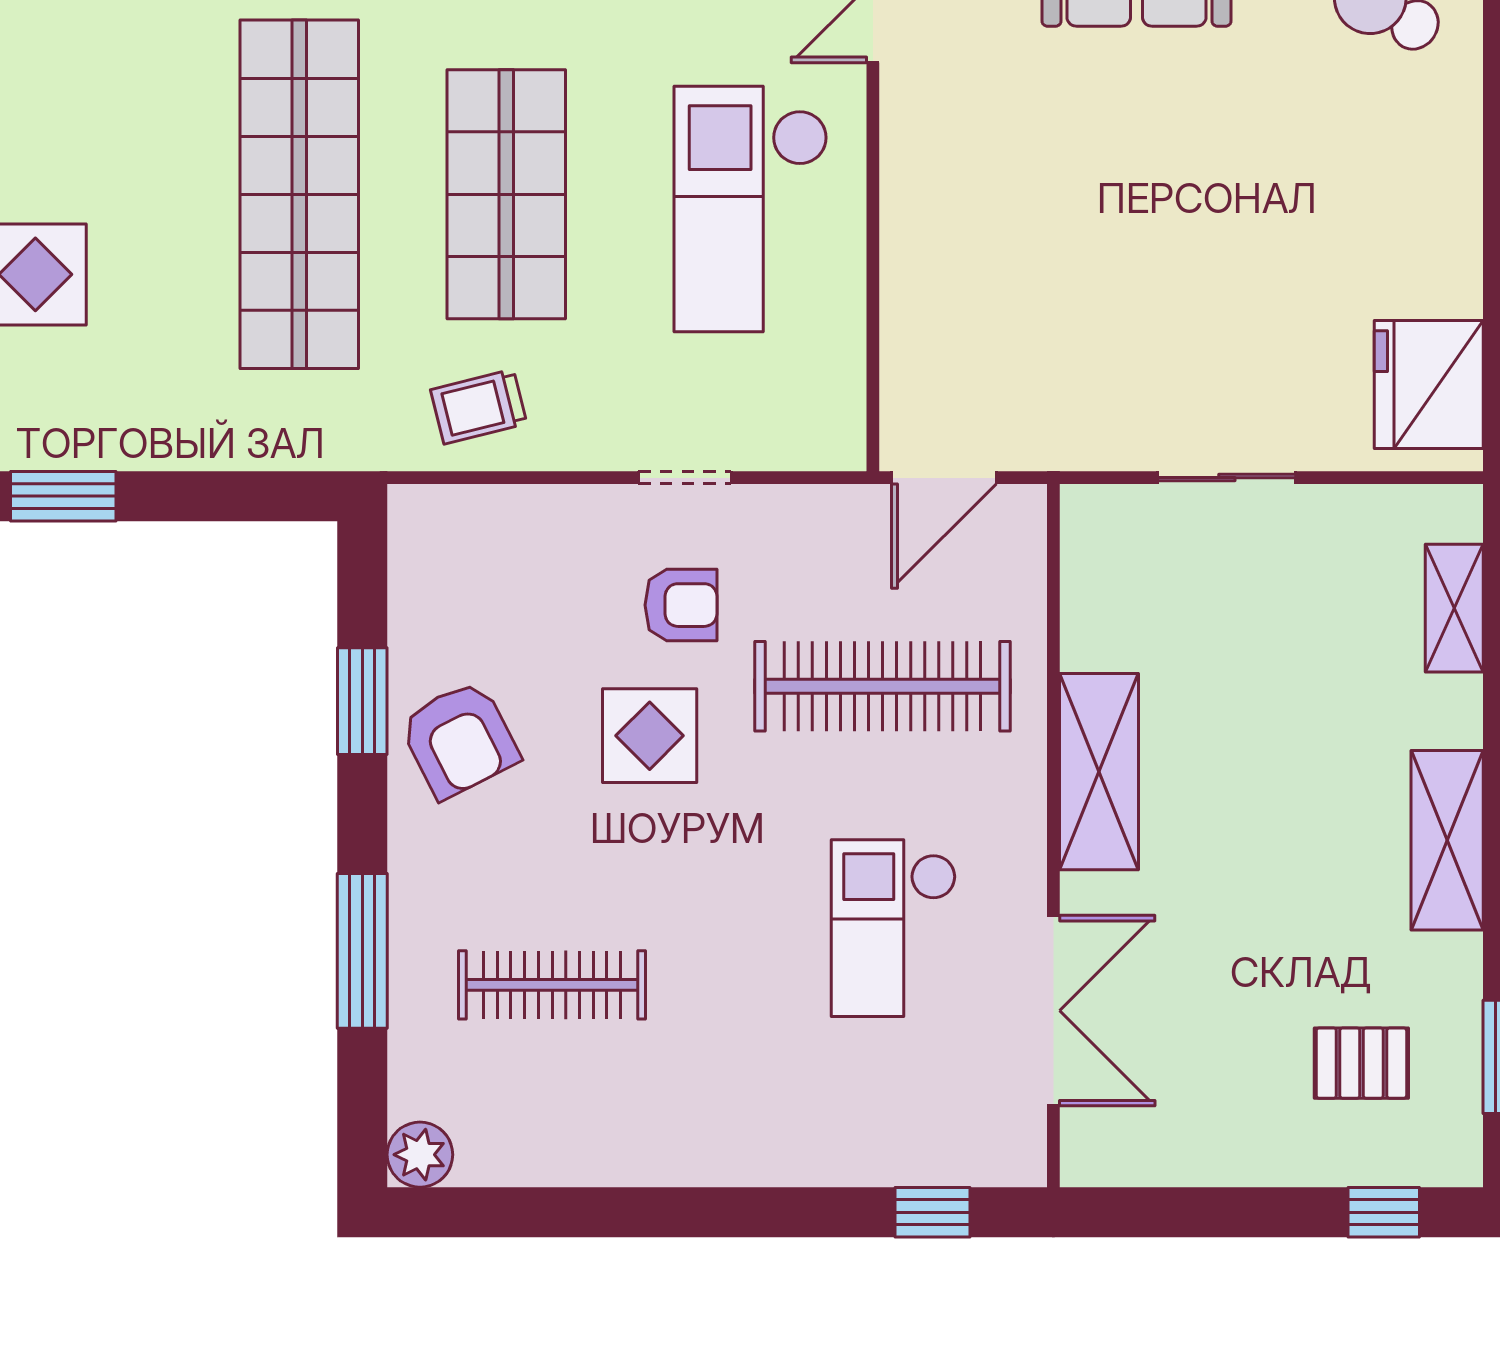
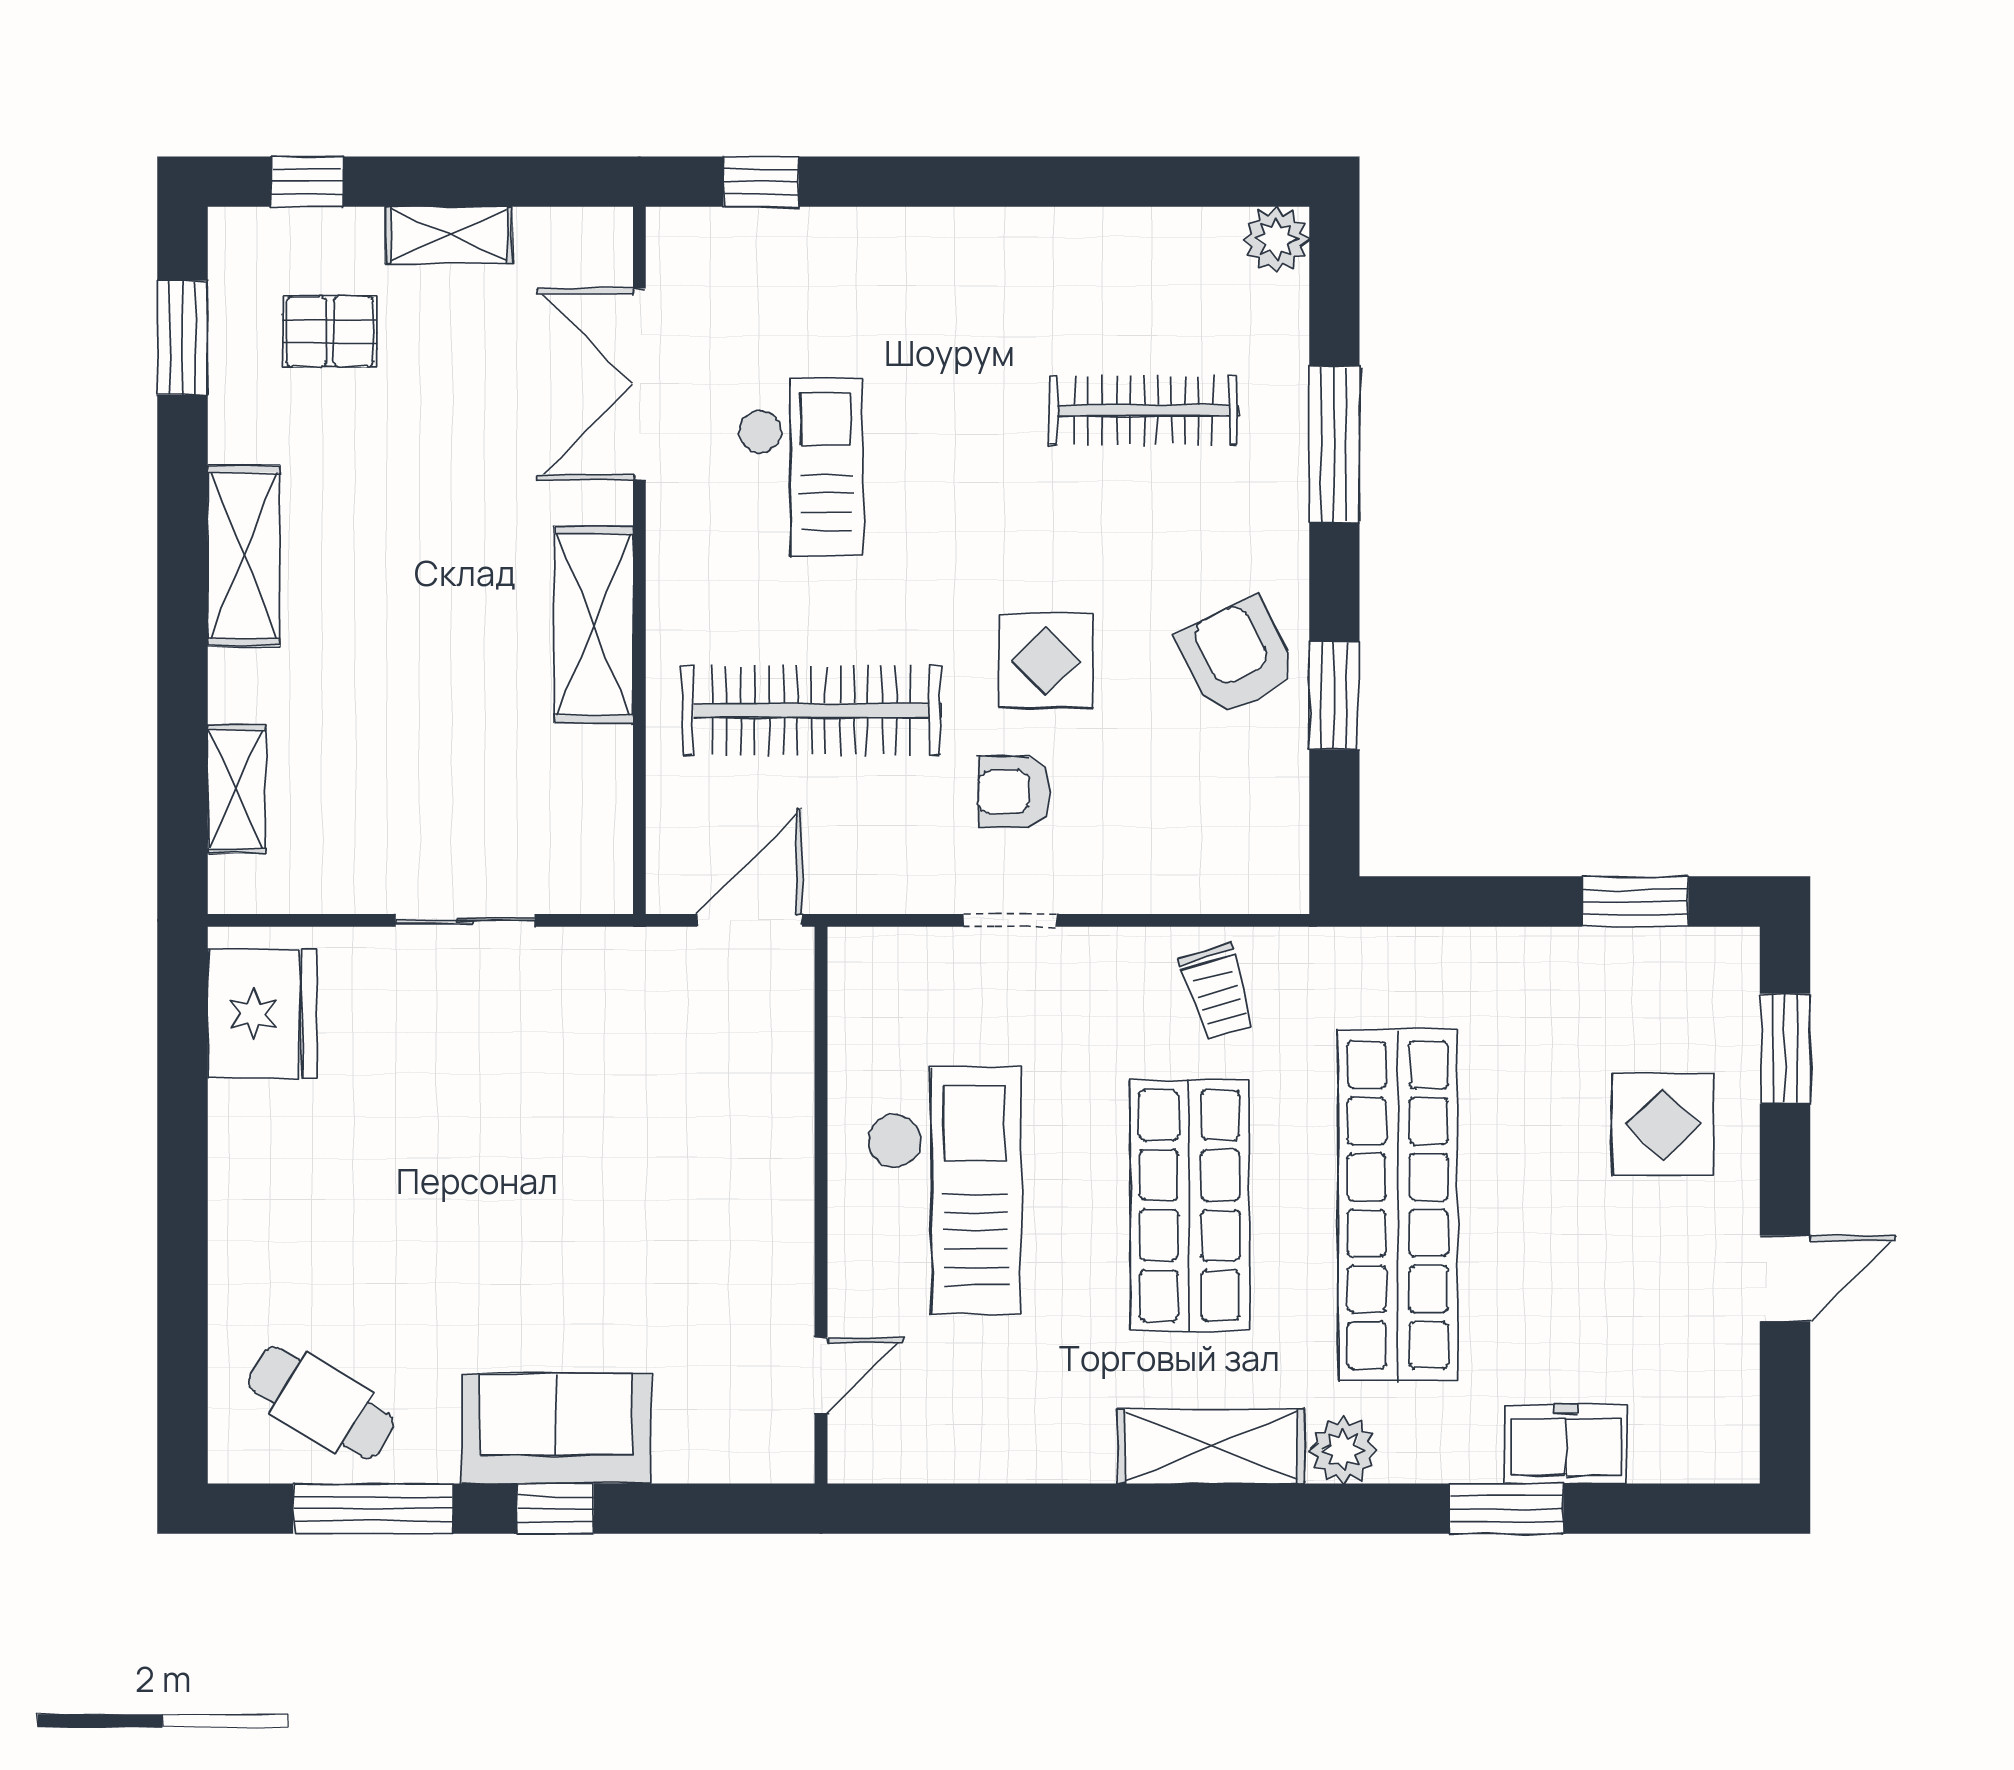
trolley: (479, 407) -> (1217, 992), turned 87
shelving: (1243, 1159) -> (449, 235), added

